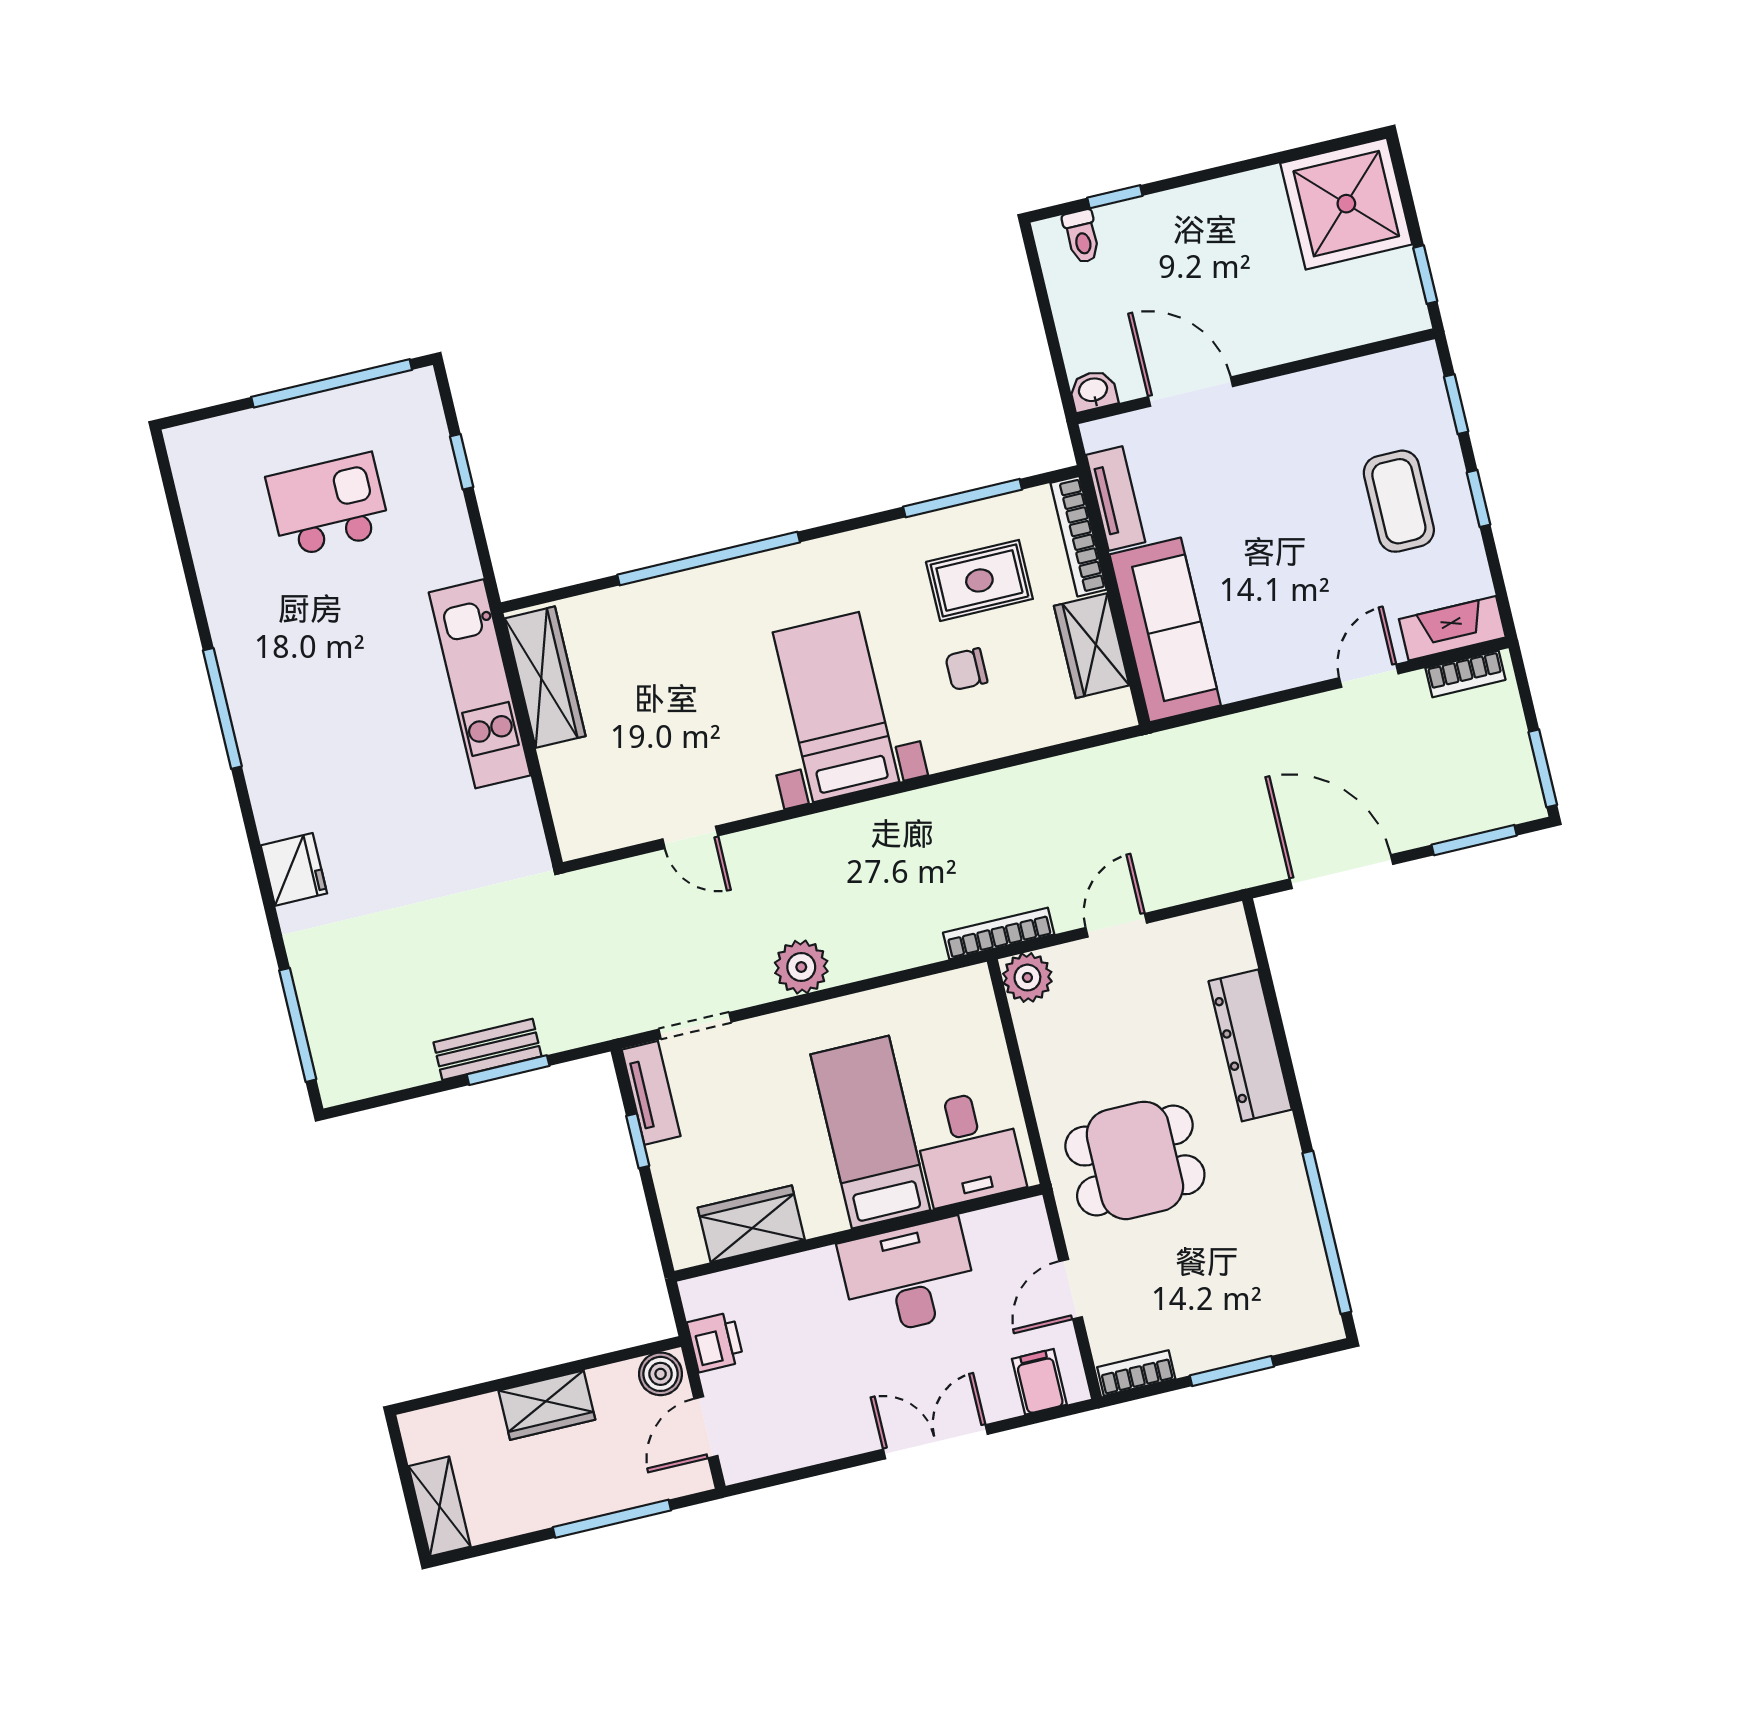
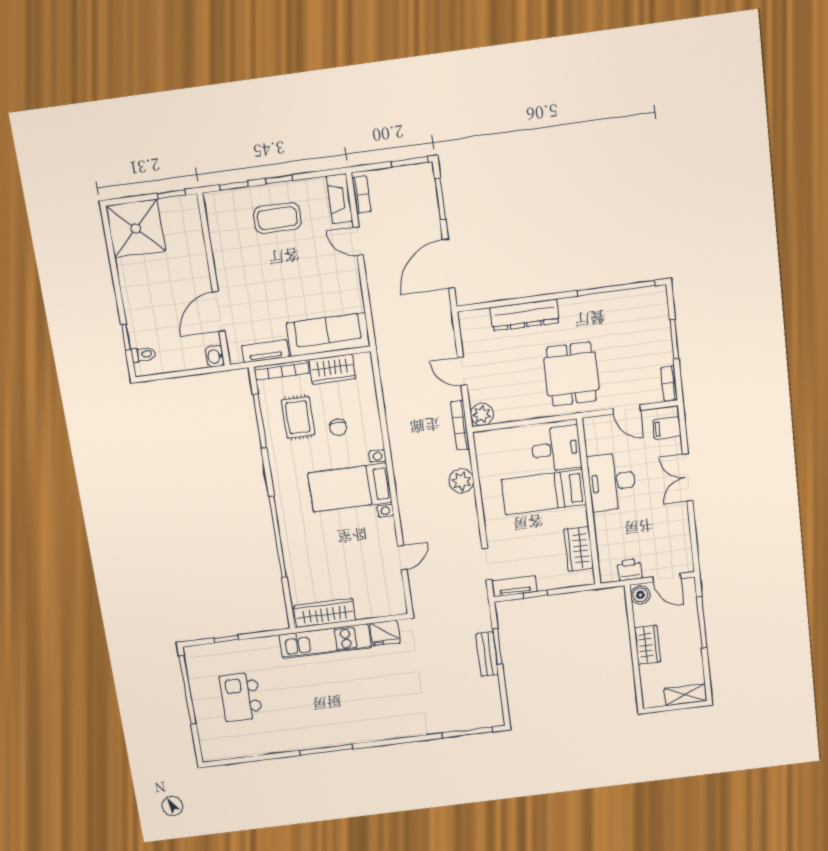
fridge: (294, 869) -> (385, 633), moved, turned 180
plant: (801, 967) -> (461, 481), moved

